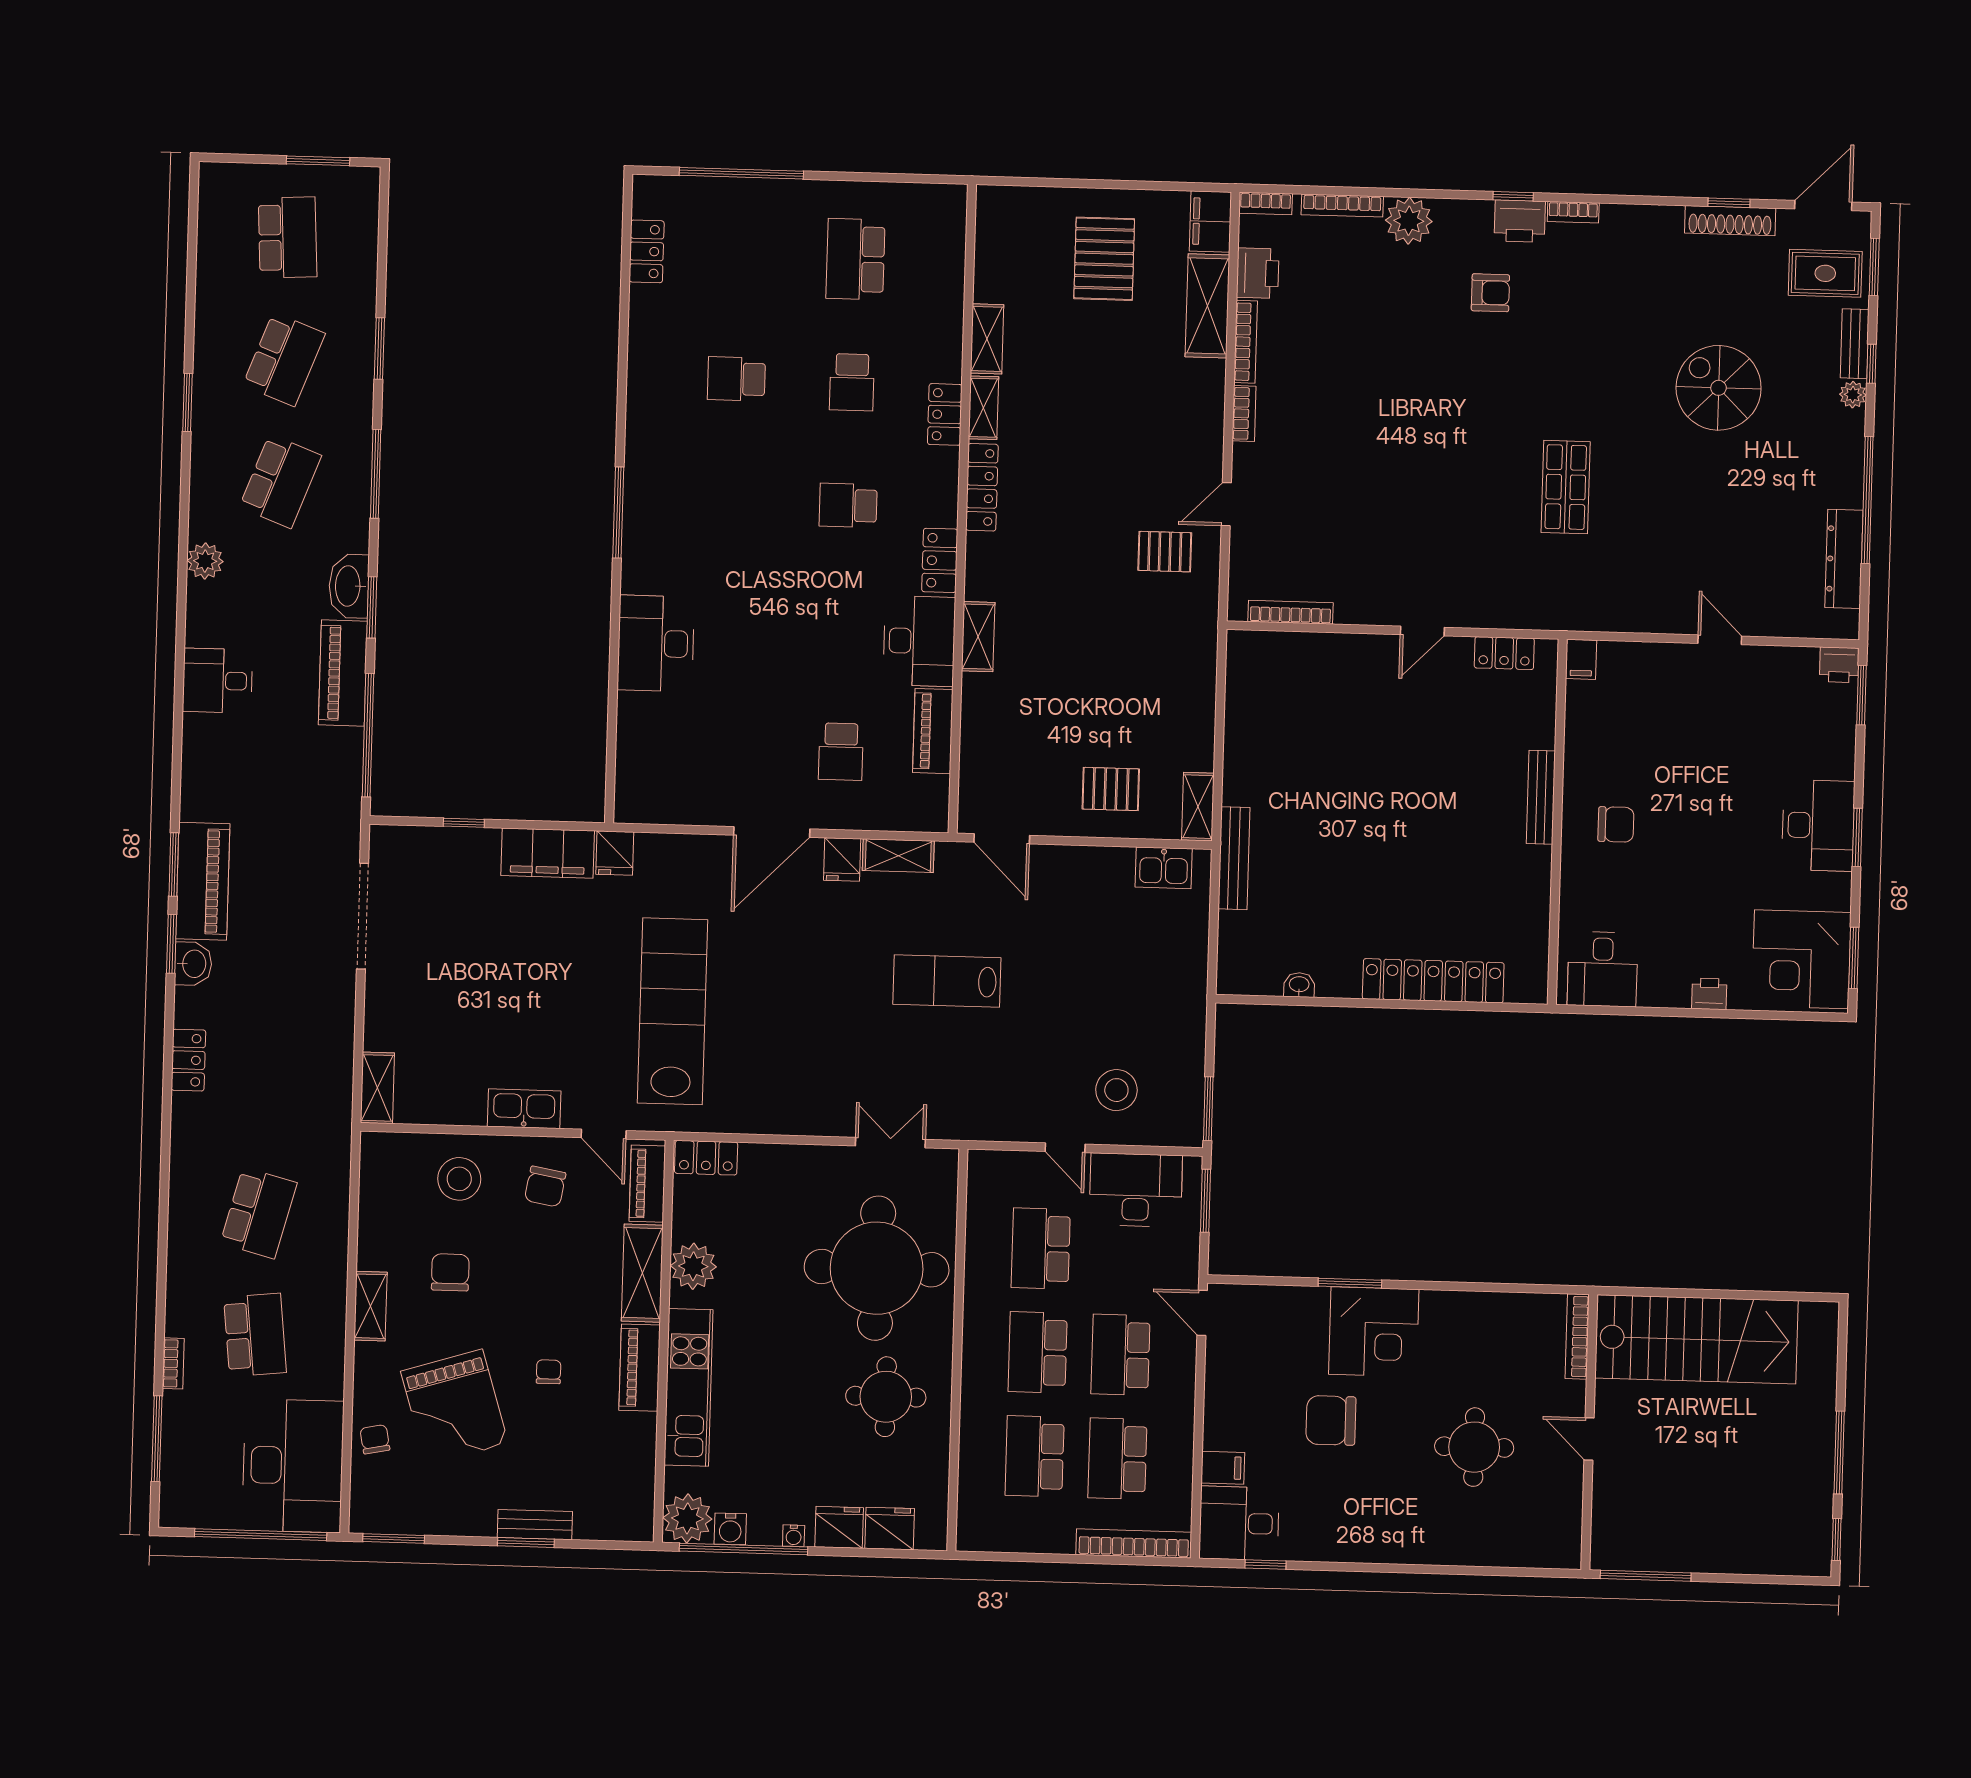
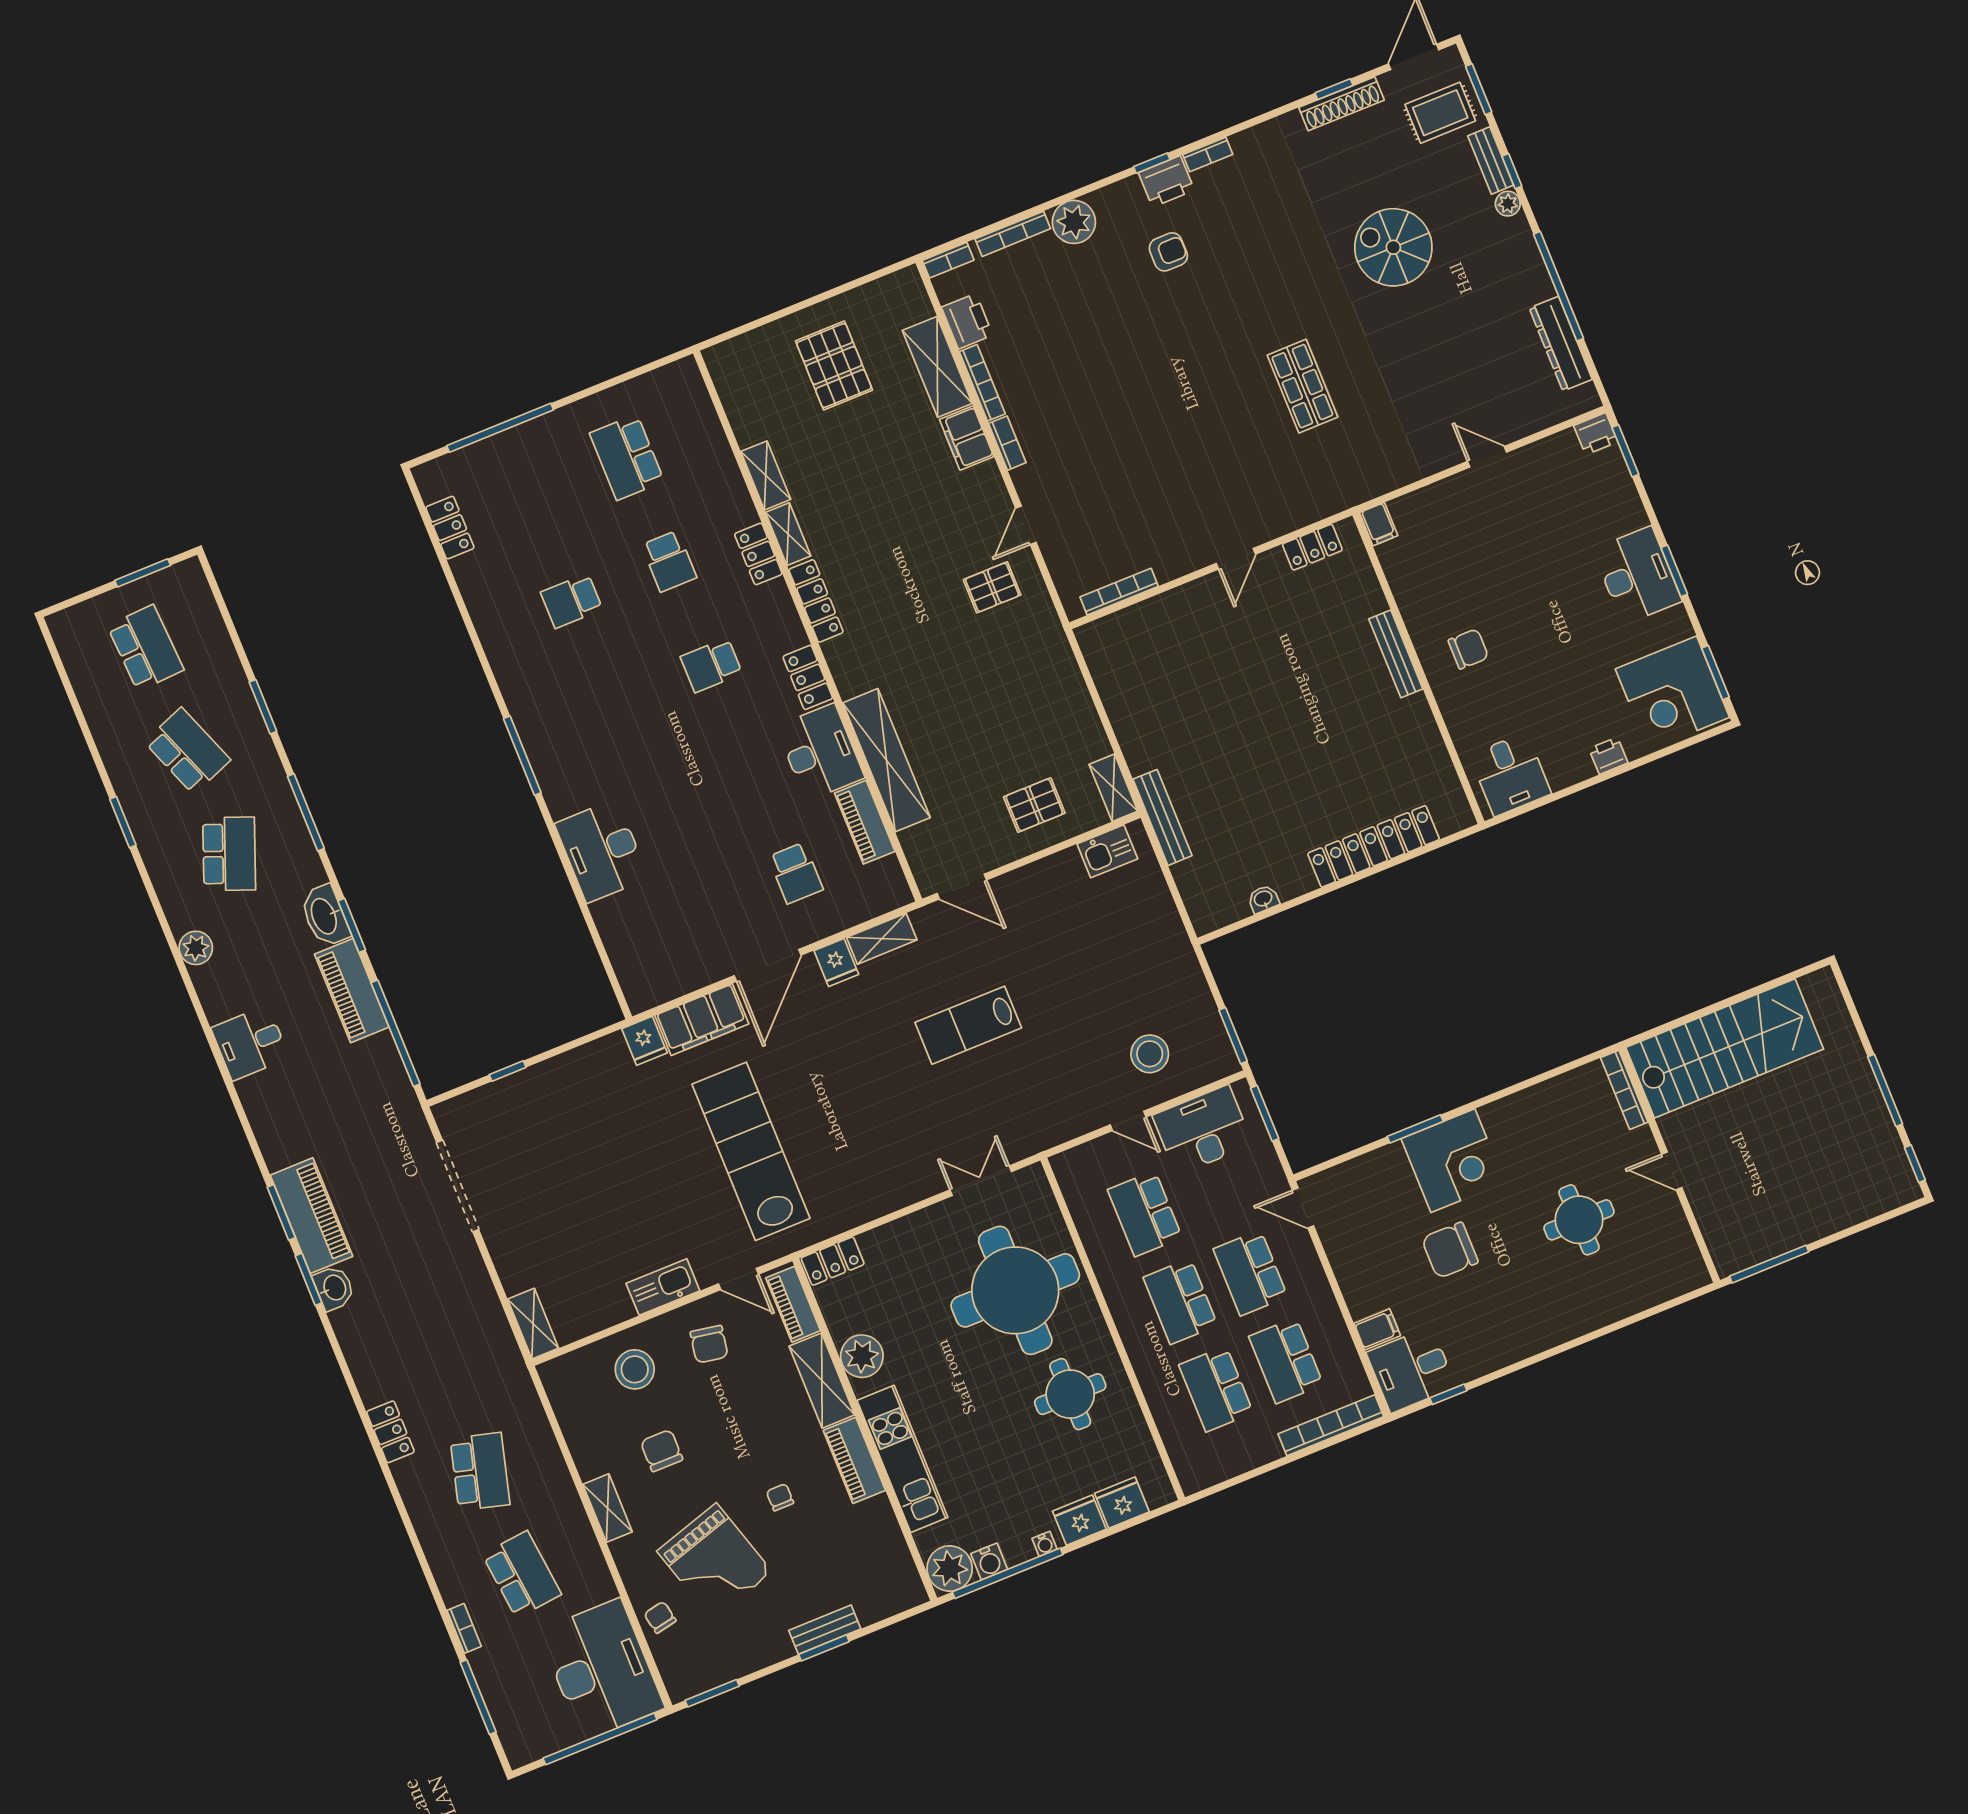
filing cabinet: (1210, 221) -> (967, 438), moved
school desk: (284, 359) -> (187, 751), turned -42
shelving: (978, 637) -> (886, 760), width x2.20, depth x1.33
filing cabinet: (548, 853) -> (702, 1020), moved
locker: (188, 1060) -> (390, 1432), moved

